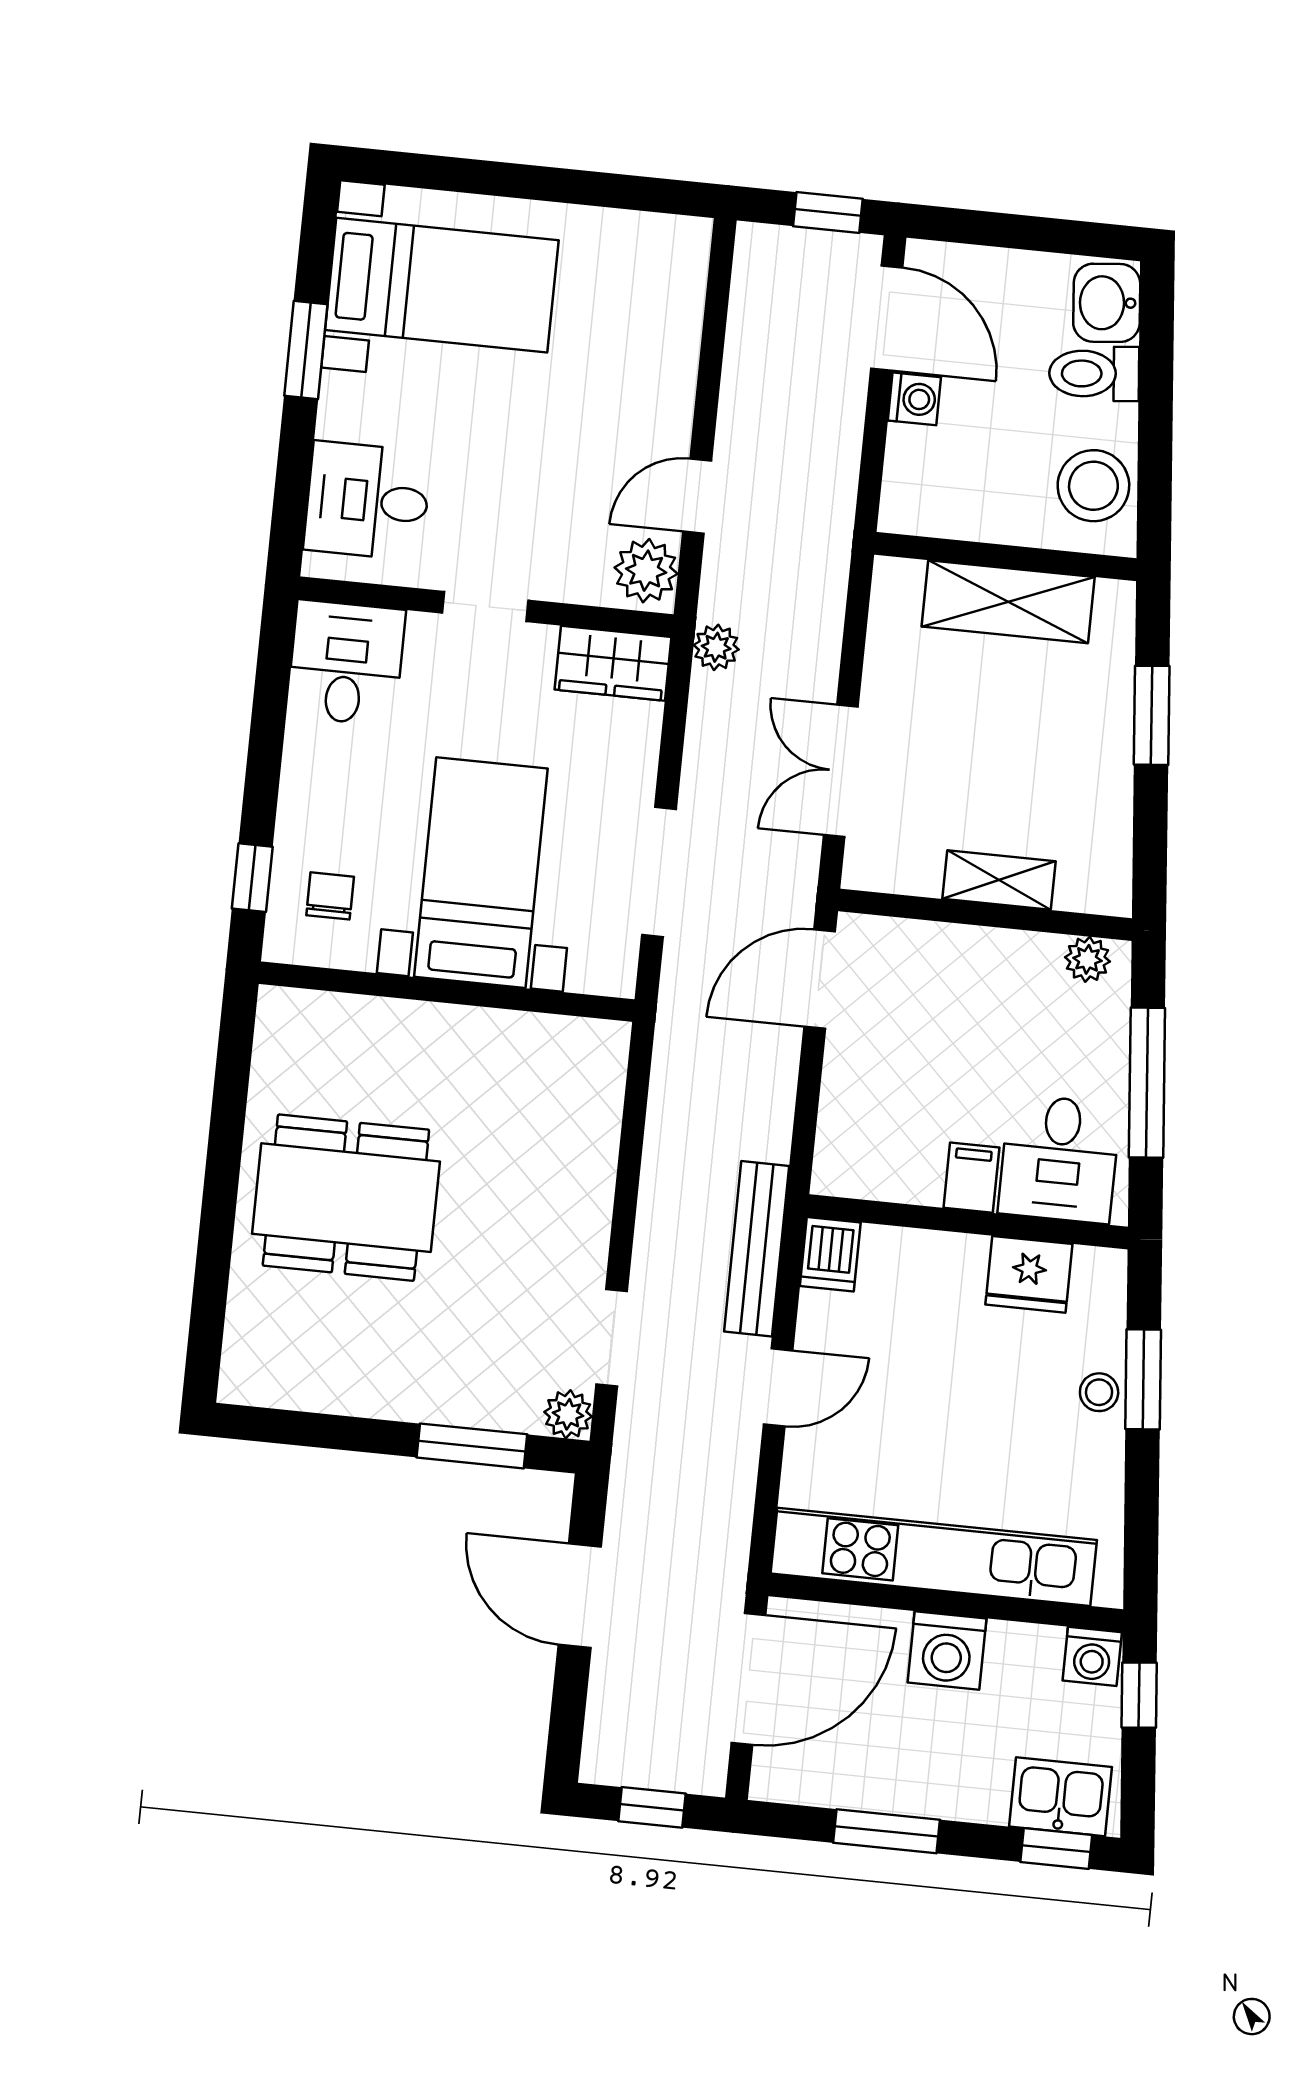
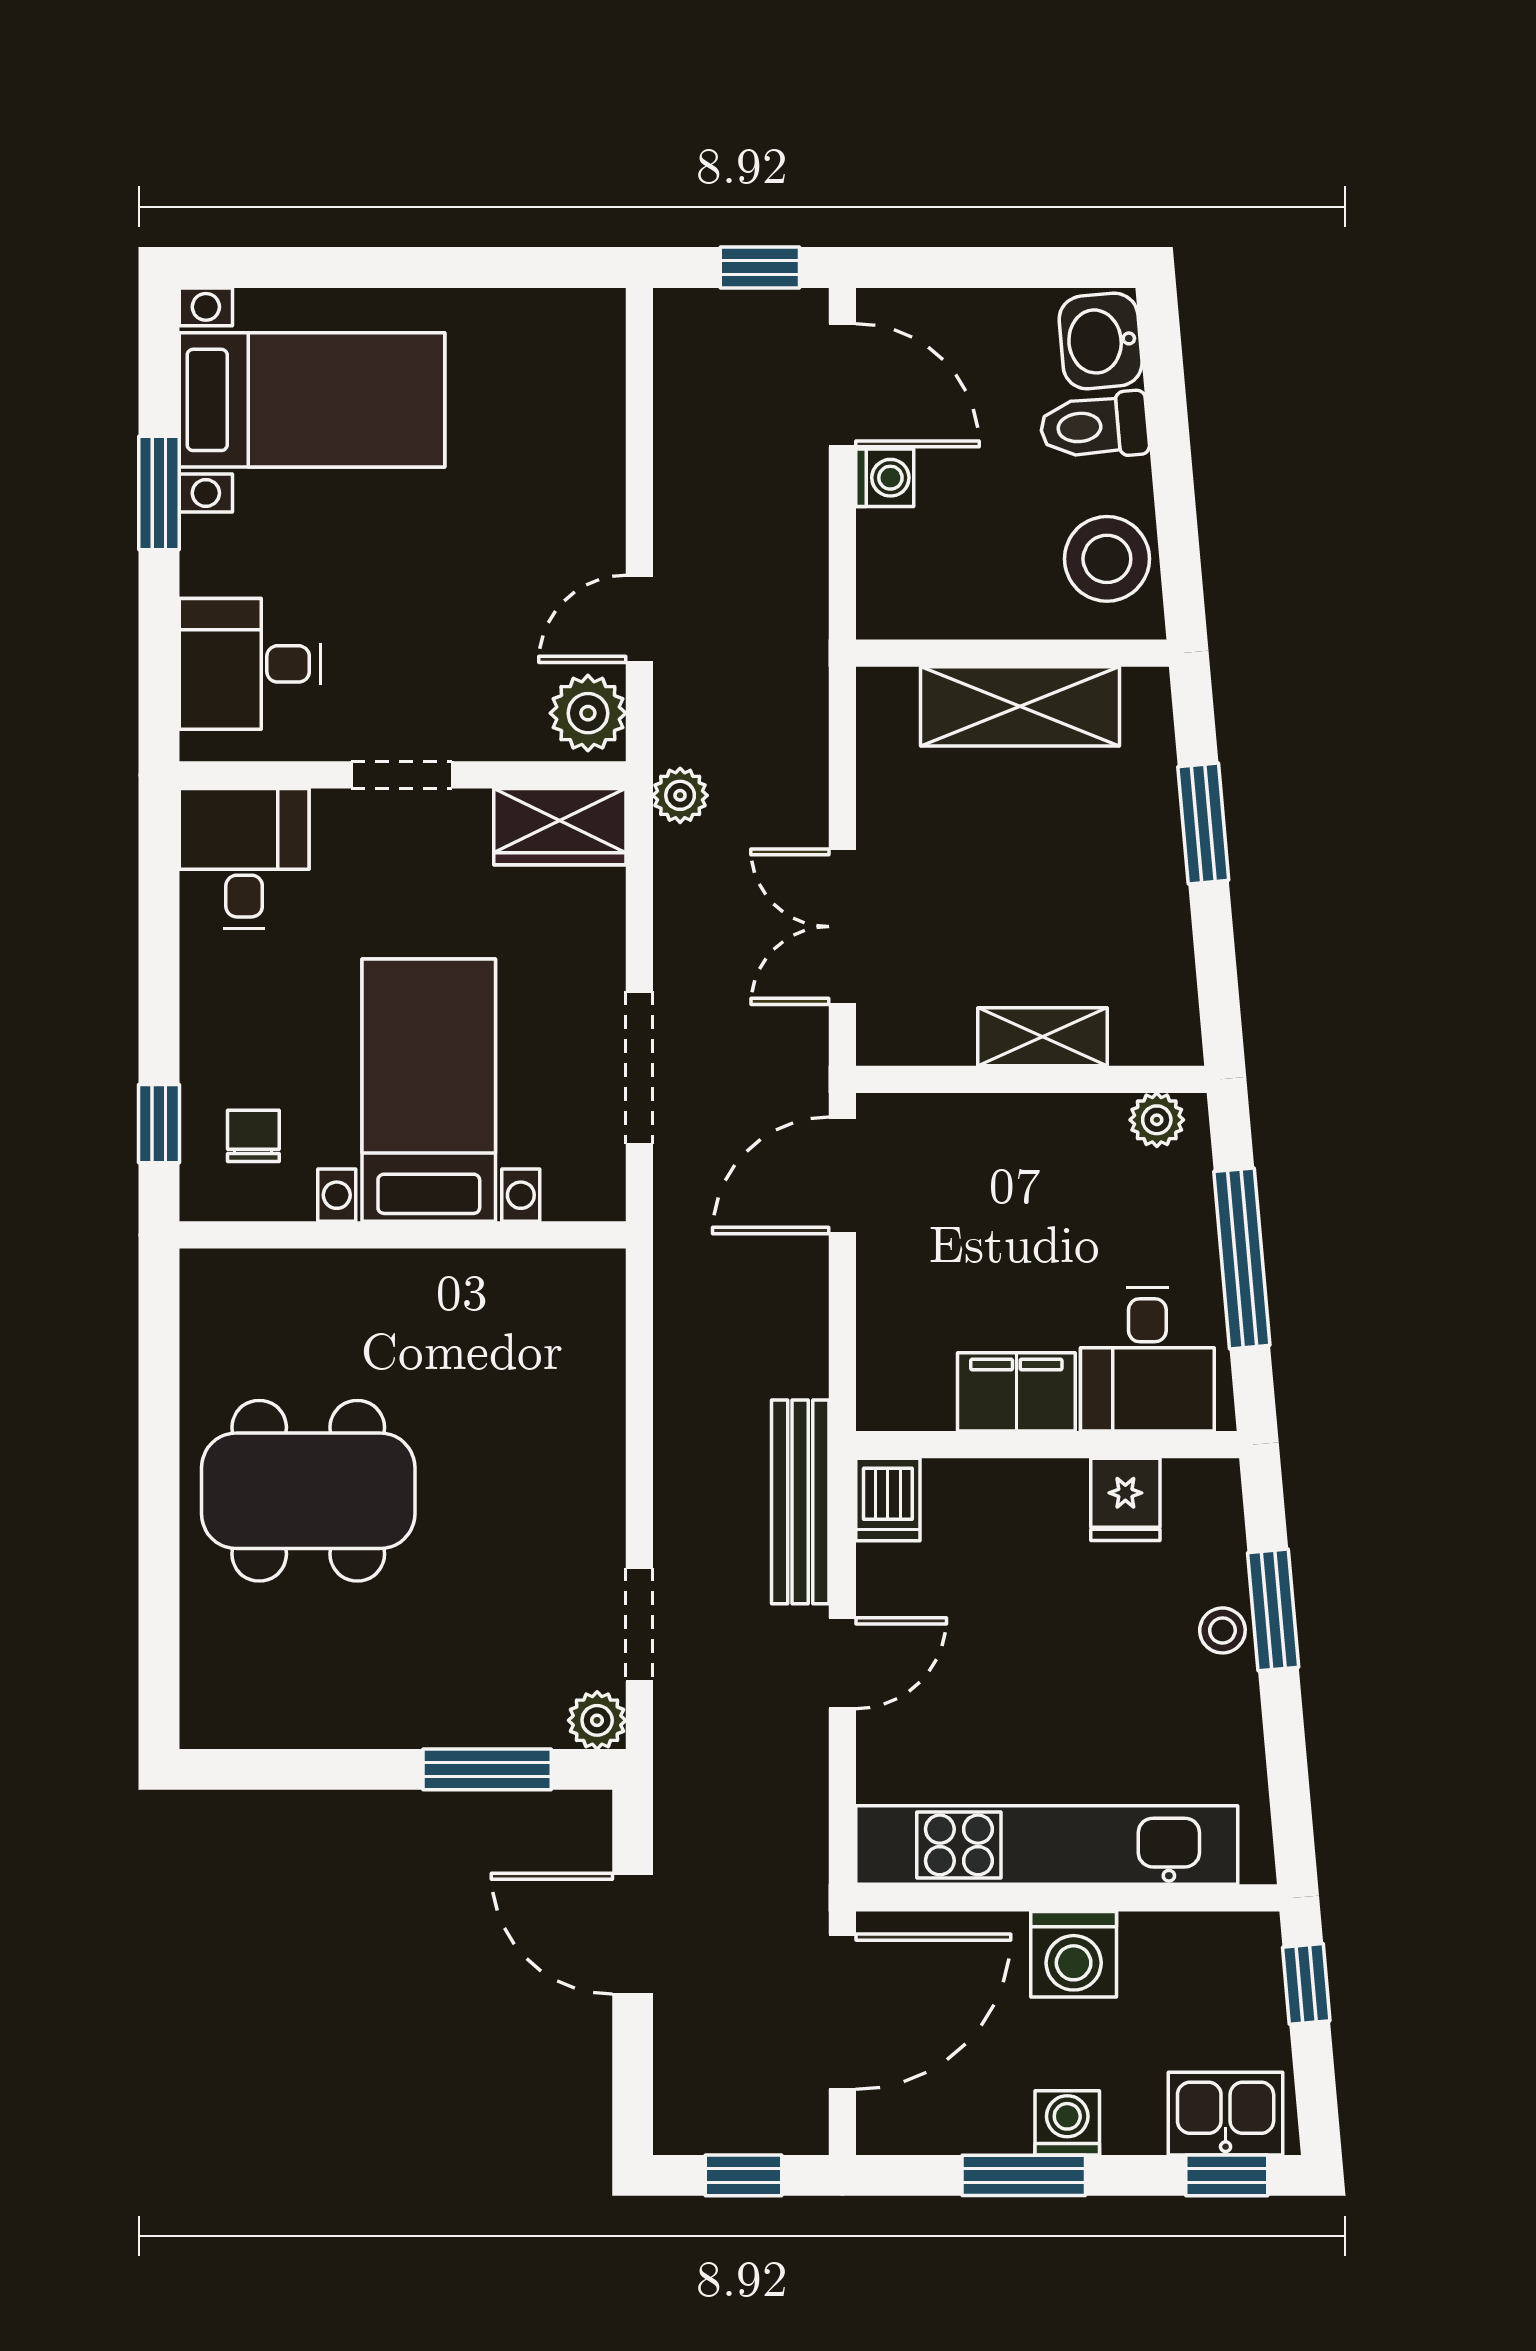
filing cabinet: (971, 1178) -> (1016, 1392), width x2.00
fridge: (1029, 1274) -> (1125, 1499), width x0.72
washing machine: (1092, 1656) -> (1067, 2123), moved, turned 180

